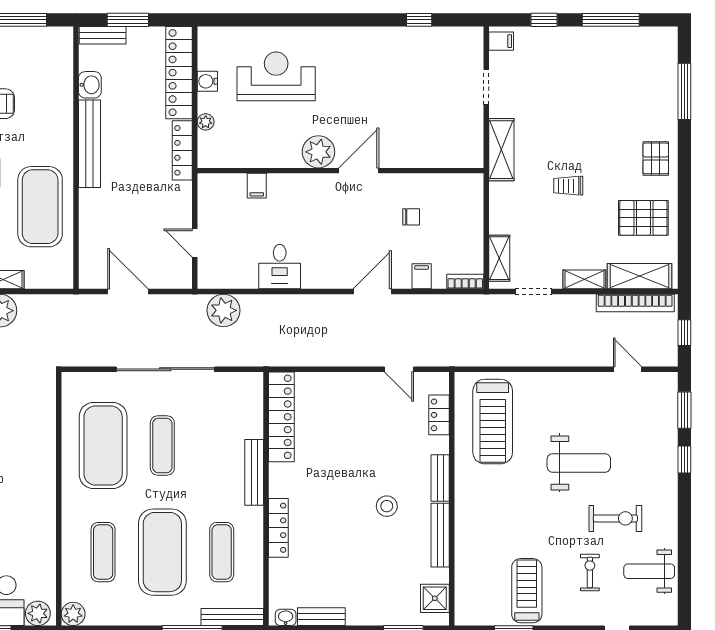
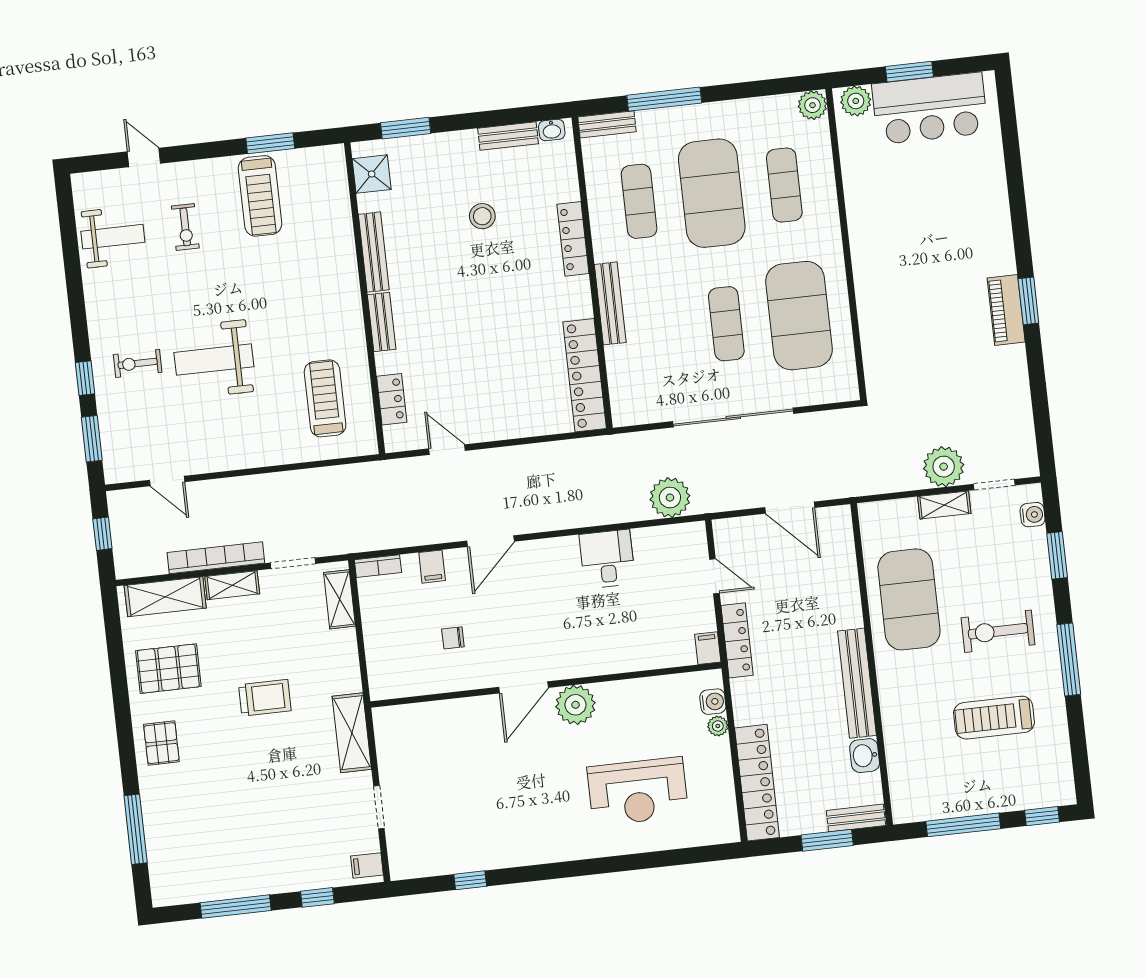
water cooler: (207, 81) -> (713, 702), moved
locker: (182, 150) -> (737, 640), moved
filing cabinet: (257, 186) -> (708, 648), moved
trolley: (568, 186) -> (265, 698), width x1.36, depth x1.39
bookcase: (635, 303) -> (216, 558), moved
treadmill: (493, 422) -> (325, 398), width x0.73, depth x0.73
stool: (387, 506) -> (482, 216), moved
exercise bike: (615, 518) -> (138, 363), moved, width x0.73, depth x0.72
bench: (232, 617) -> (607, 124), width x0.73

